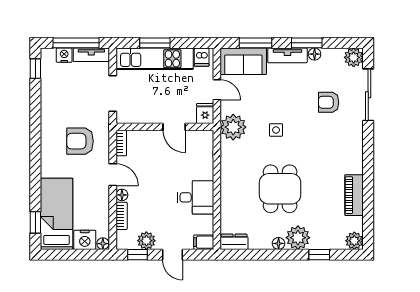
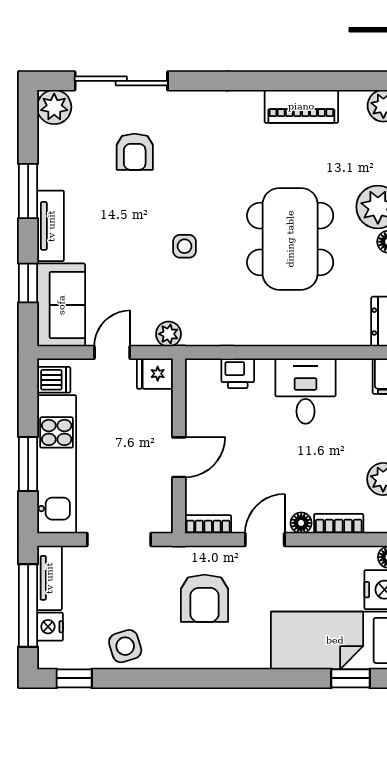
window: (256, 43) -> (28, 283), width x0.67
floor lamp: (315, 54) -> (48, 177), removed
side table: (53, 97) -> (125, 646), added
door: (174, 127) -> (179, 457), moved
plant: (233, 127) -> (169, 334), width x0.53, depth x0.53
printer: (205, 160) -> (238, 373), added
dining table: (280, 189) -> (290, 239), width x1.38

